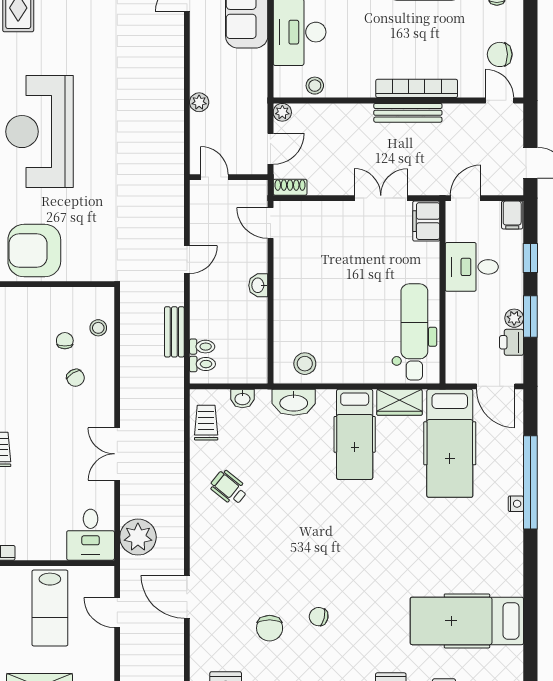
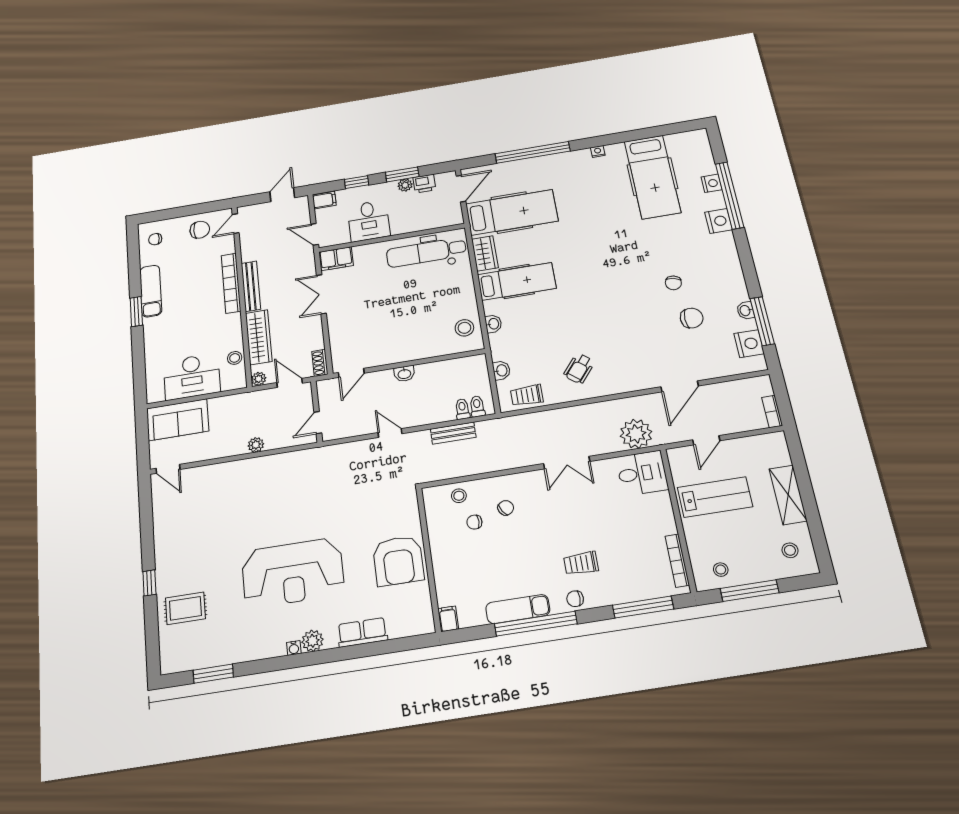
chair: (500, 54) -> (200, 230), turned -90
wardrobe: (337, 117) -> (259, 337), added
washbasin: (294, 402) -> (493, 324), width x0.52, depth x0.69
nightstand: (516, 504) -> (598, 151), moved

